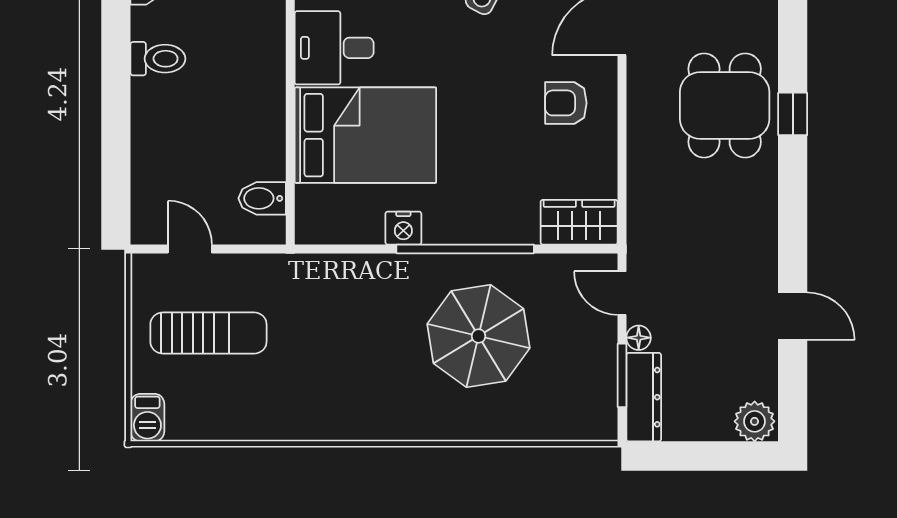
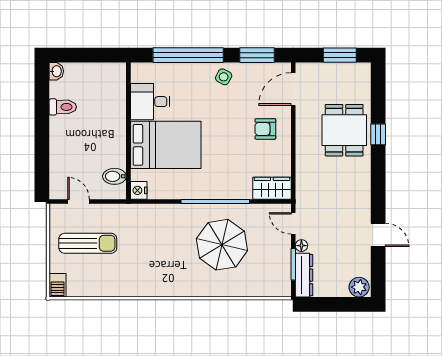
nightstand: (403, 228) -> (139, 190), moved, turned 90

